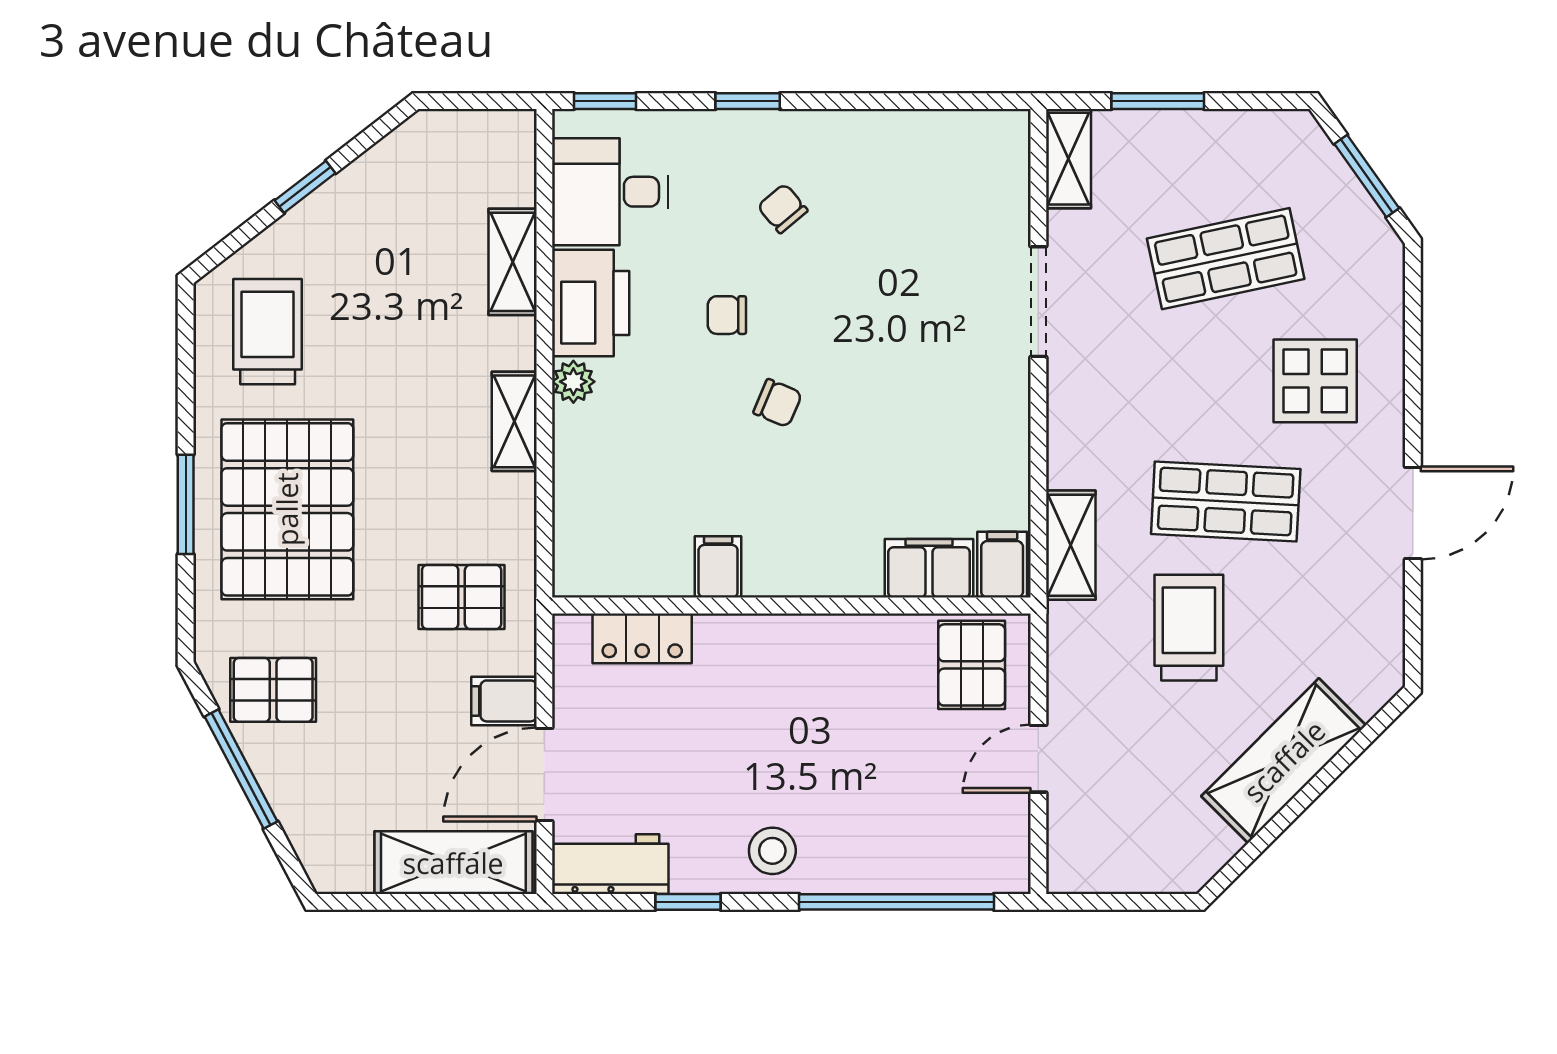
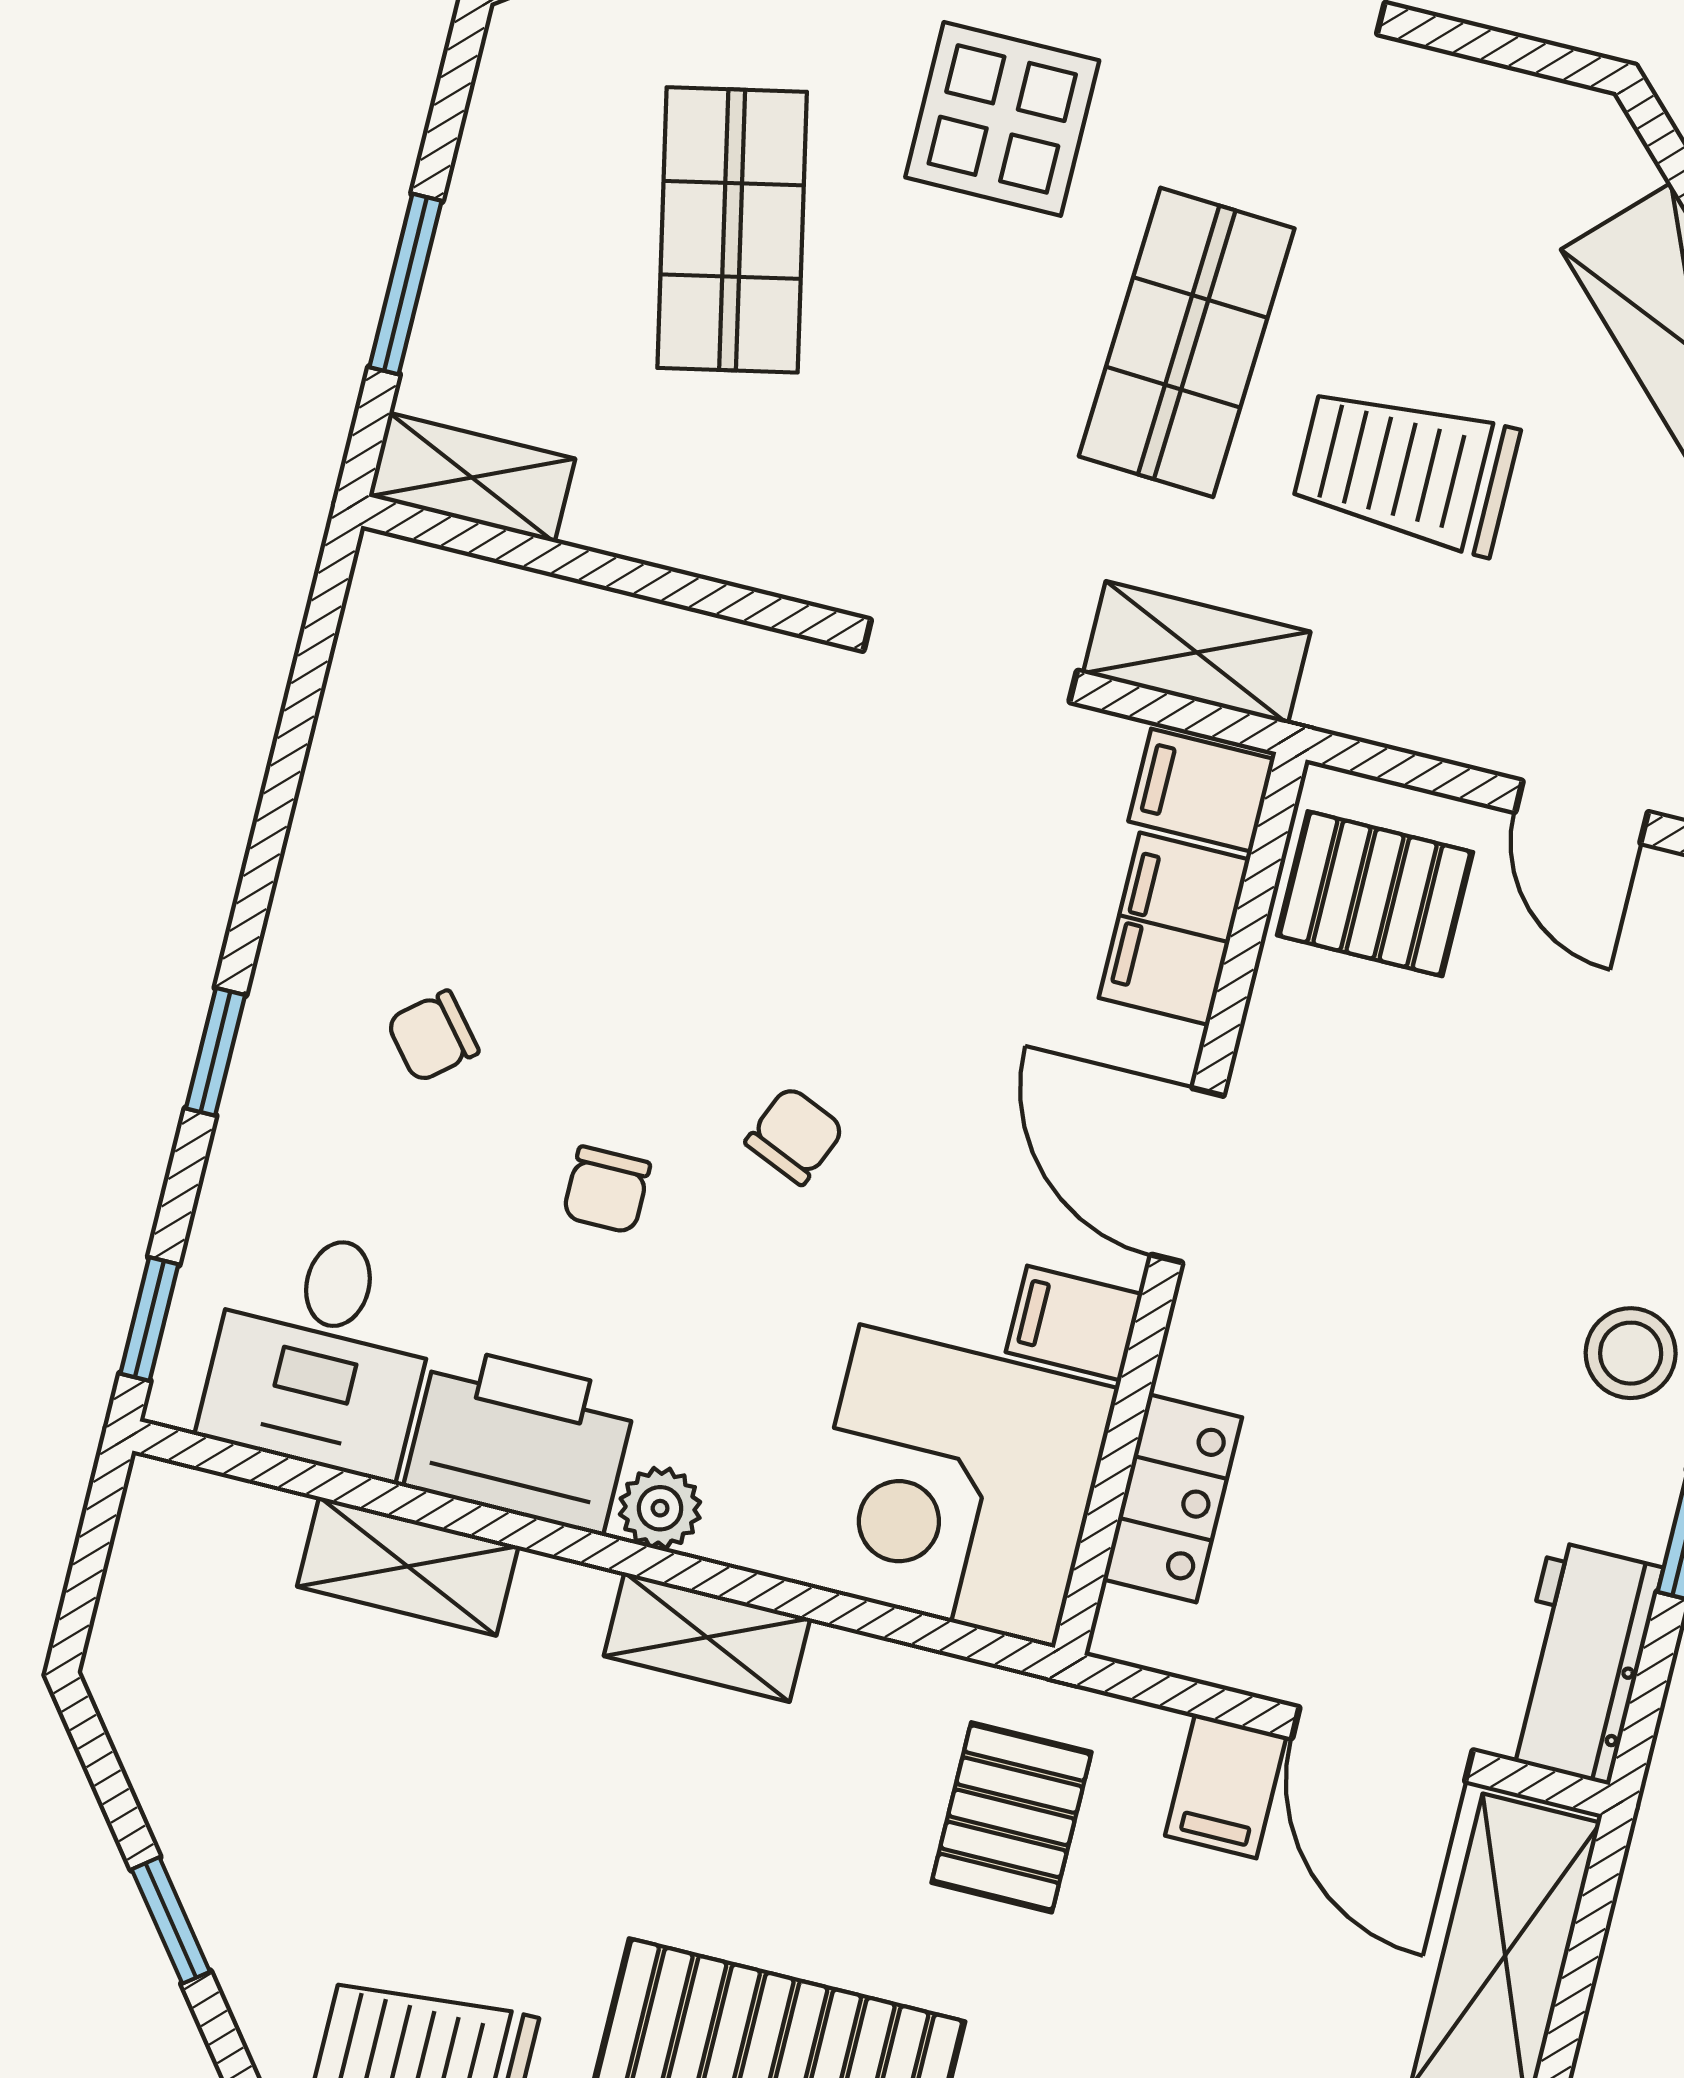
doorway: (1038, 302) -> (970, 661), moved
corner desk: (622, 528) -> (957, 1486), added
door: (807, 606) -> (1187, 1175), added

